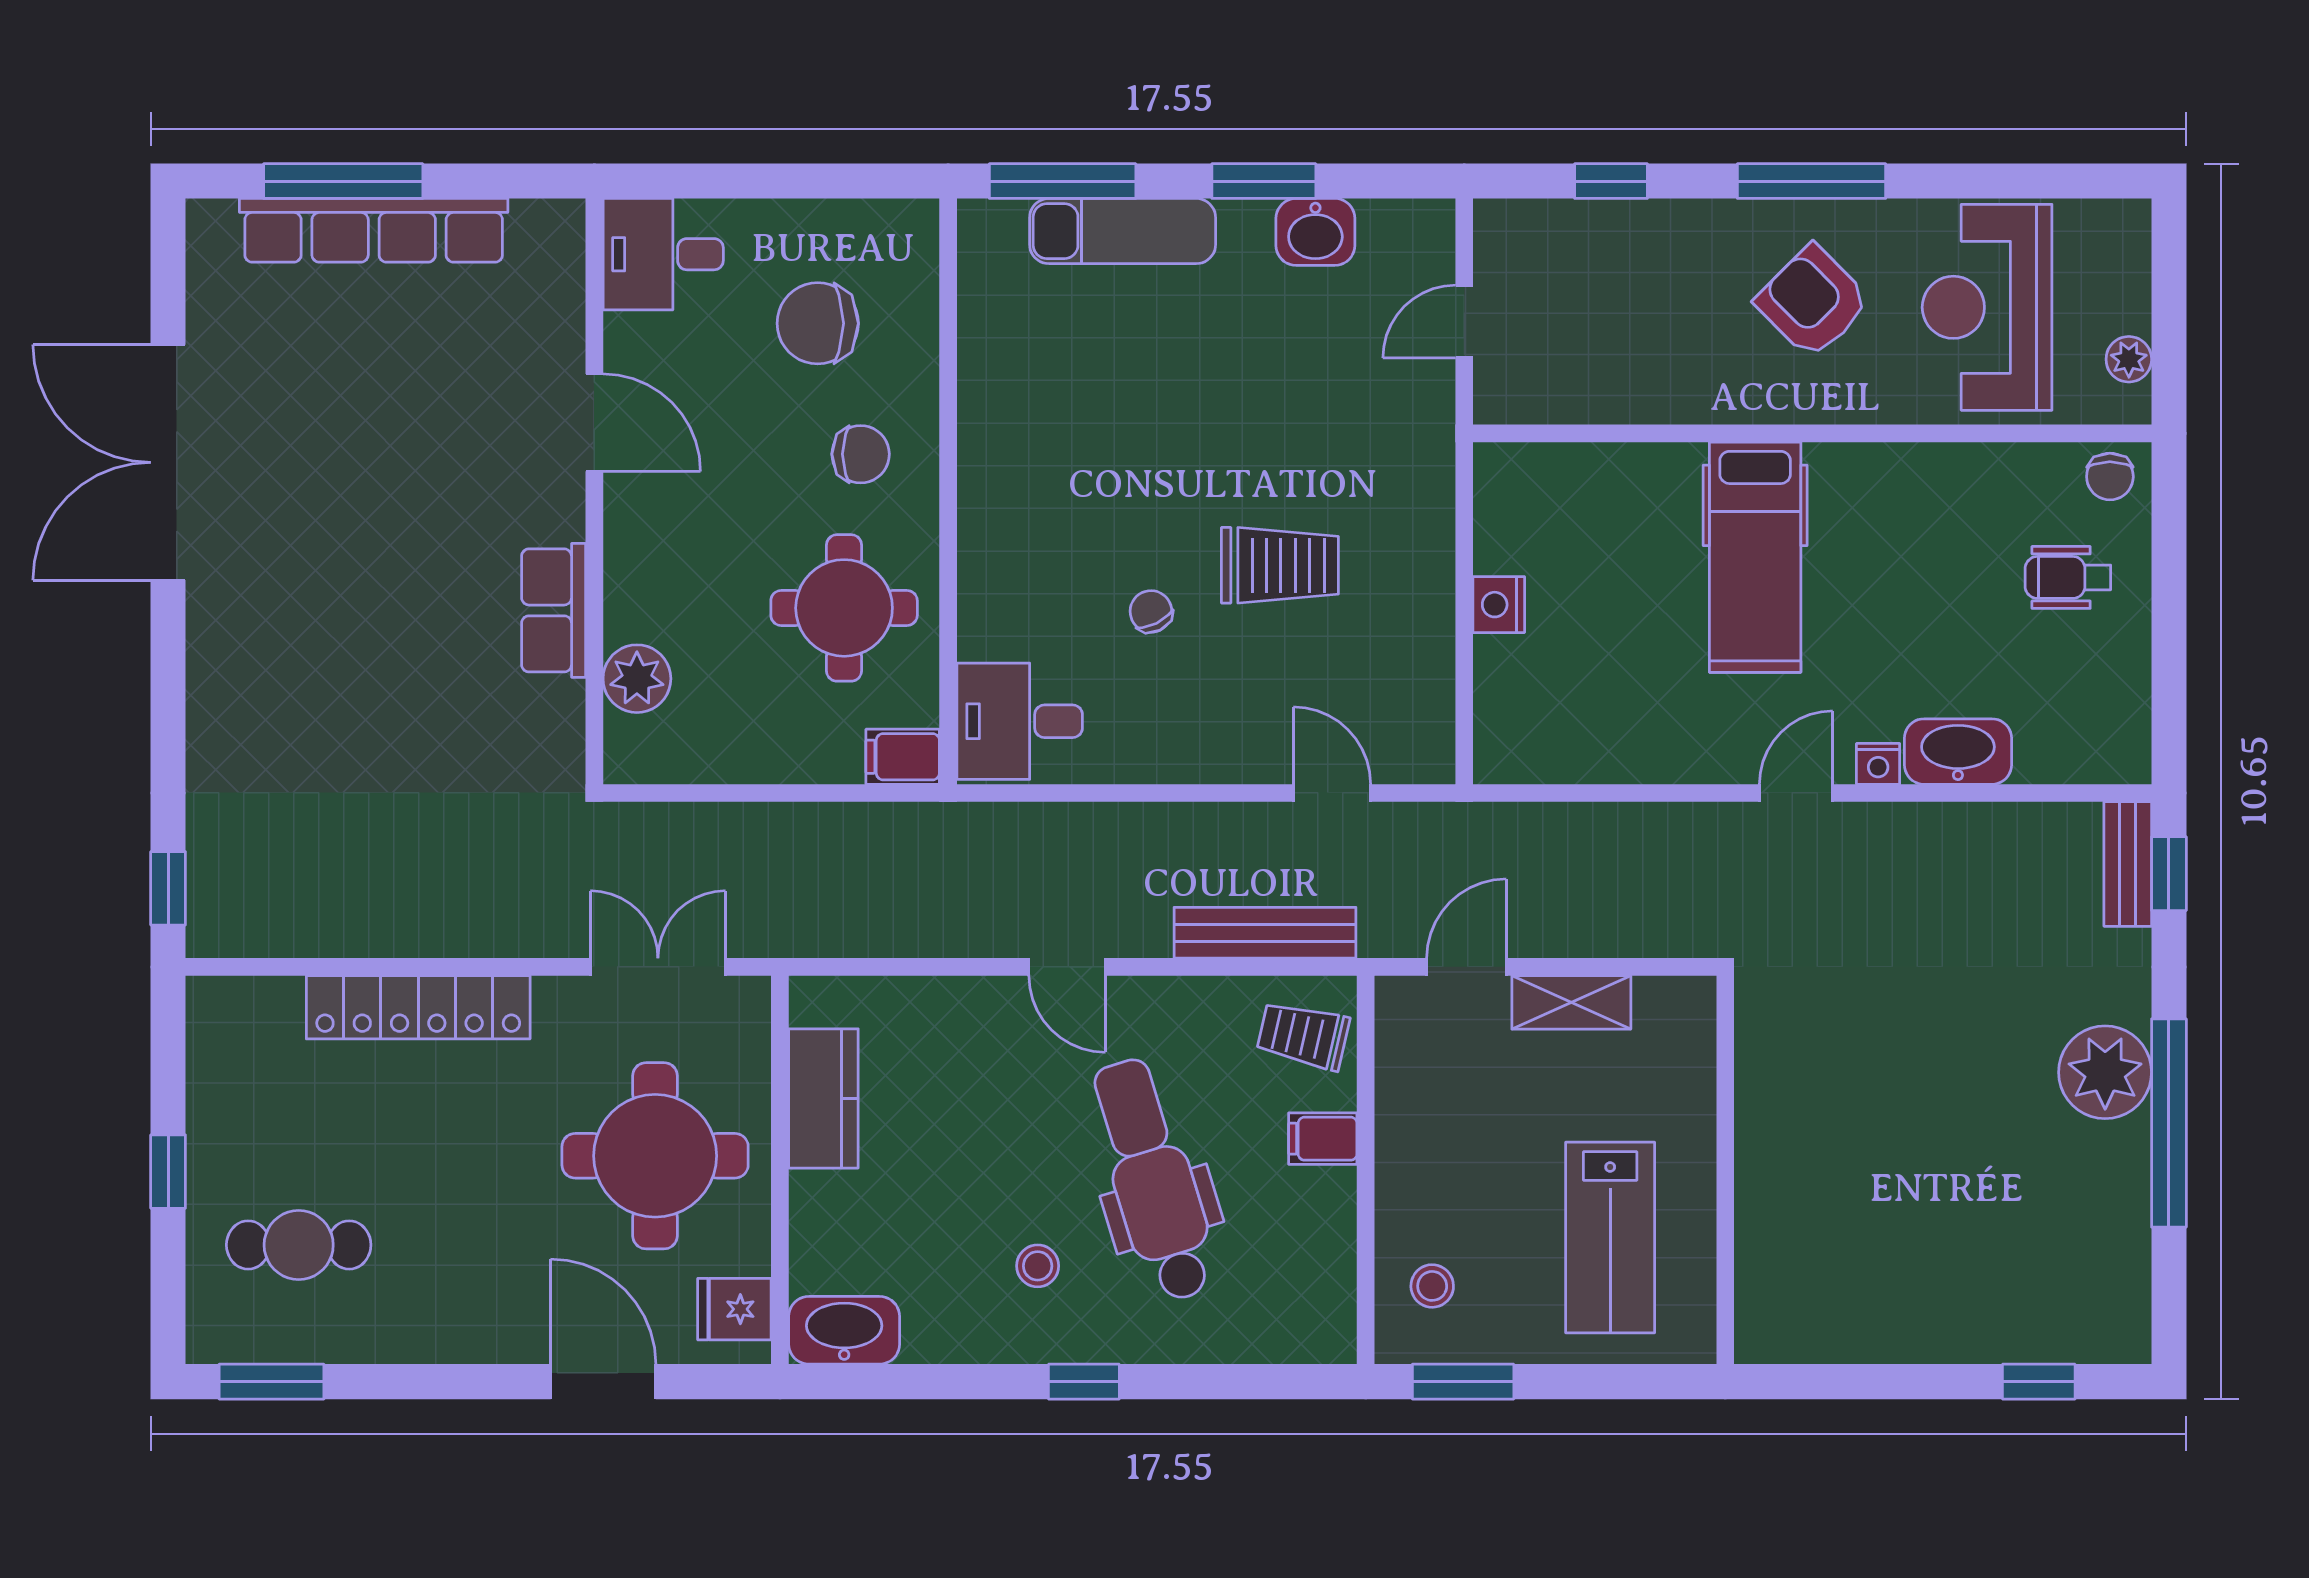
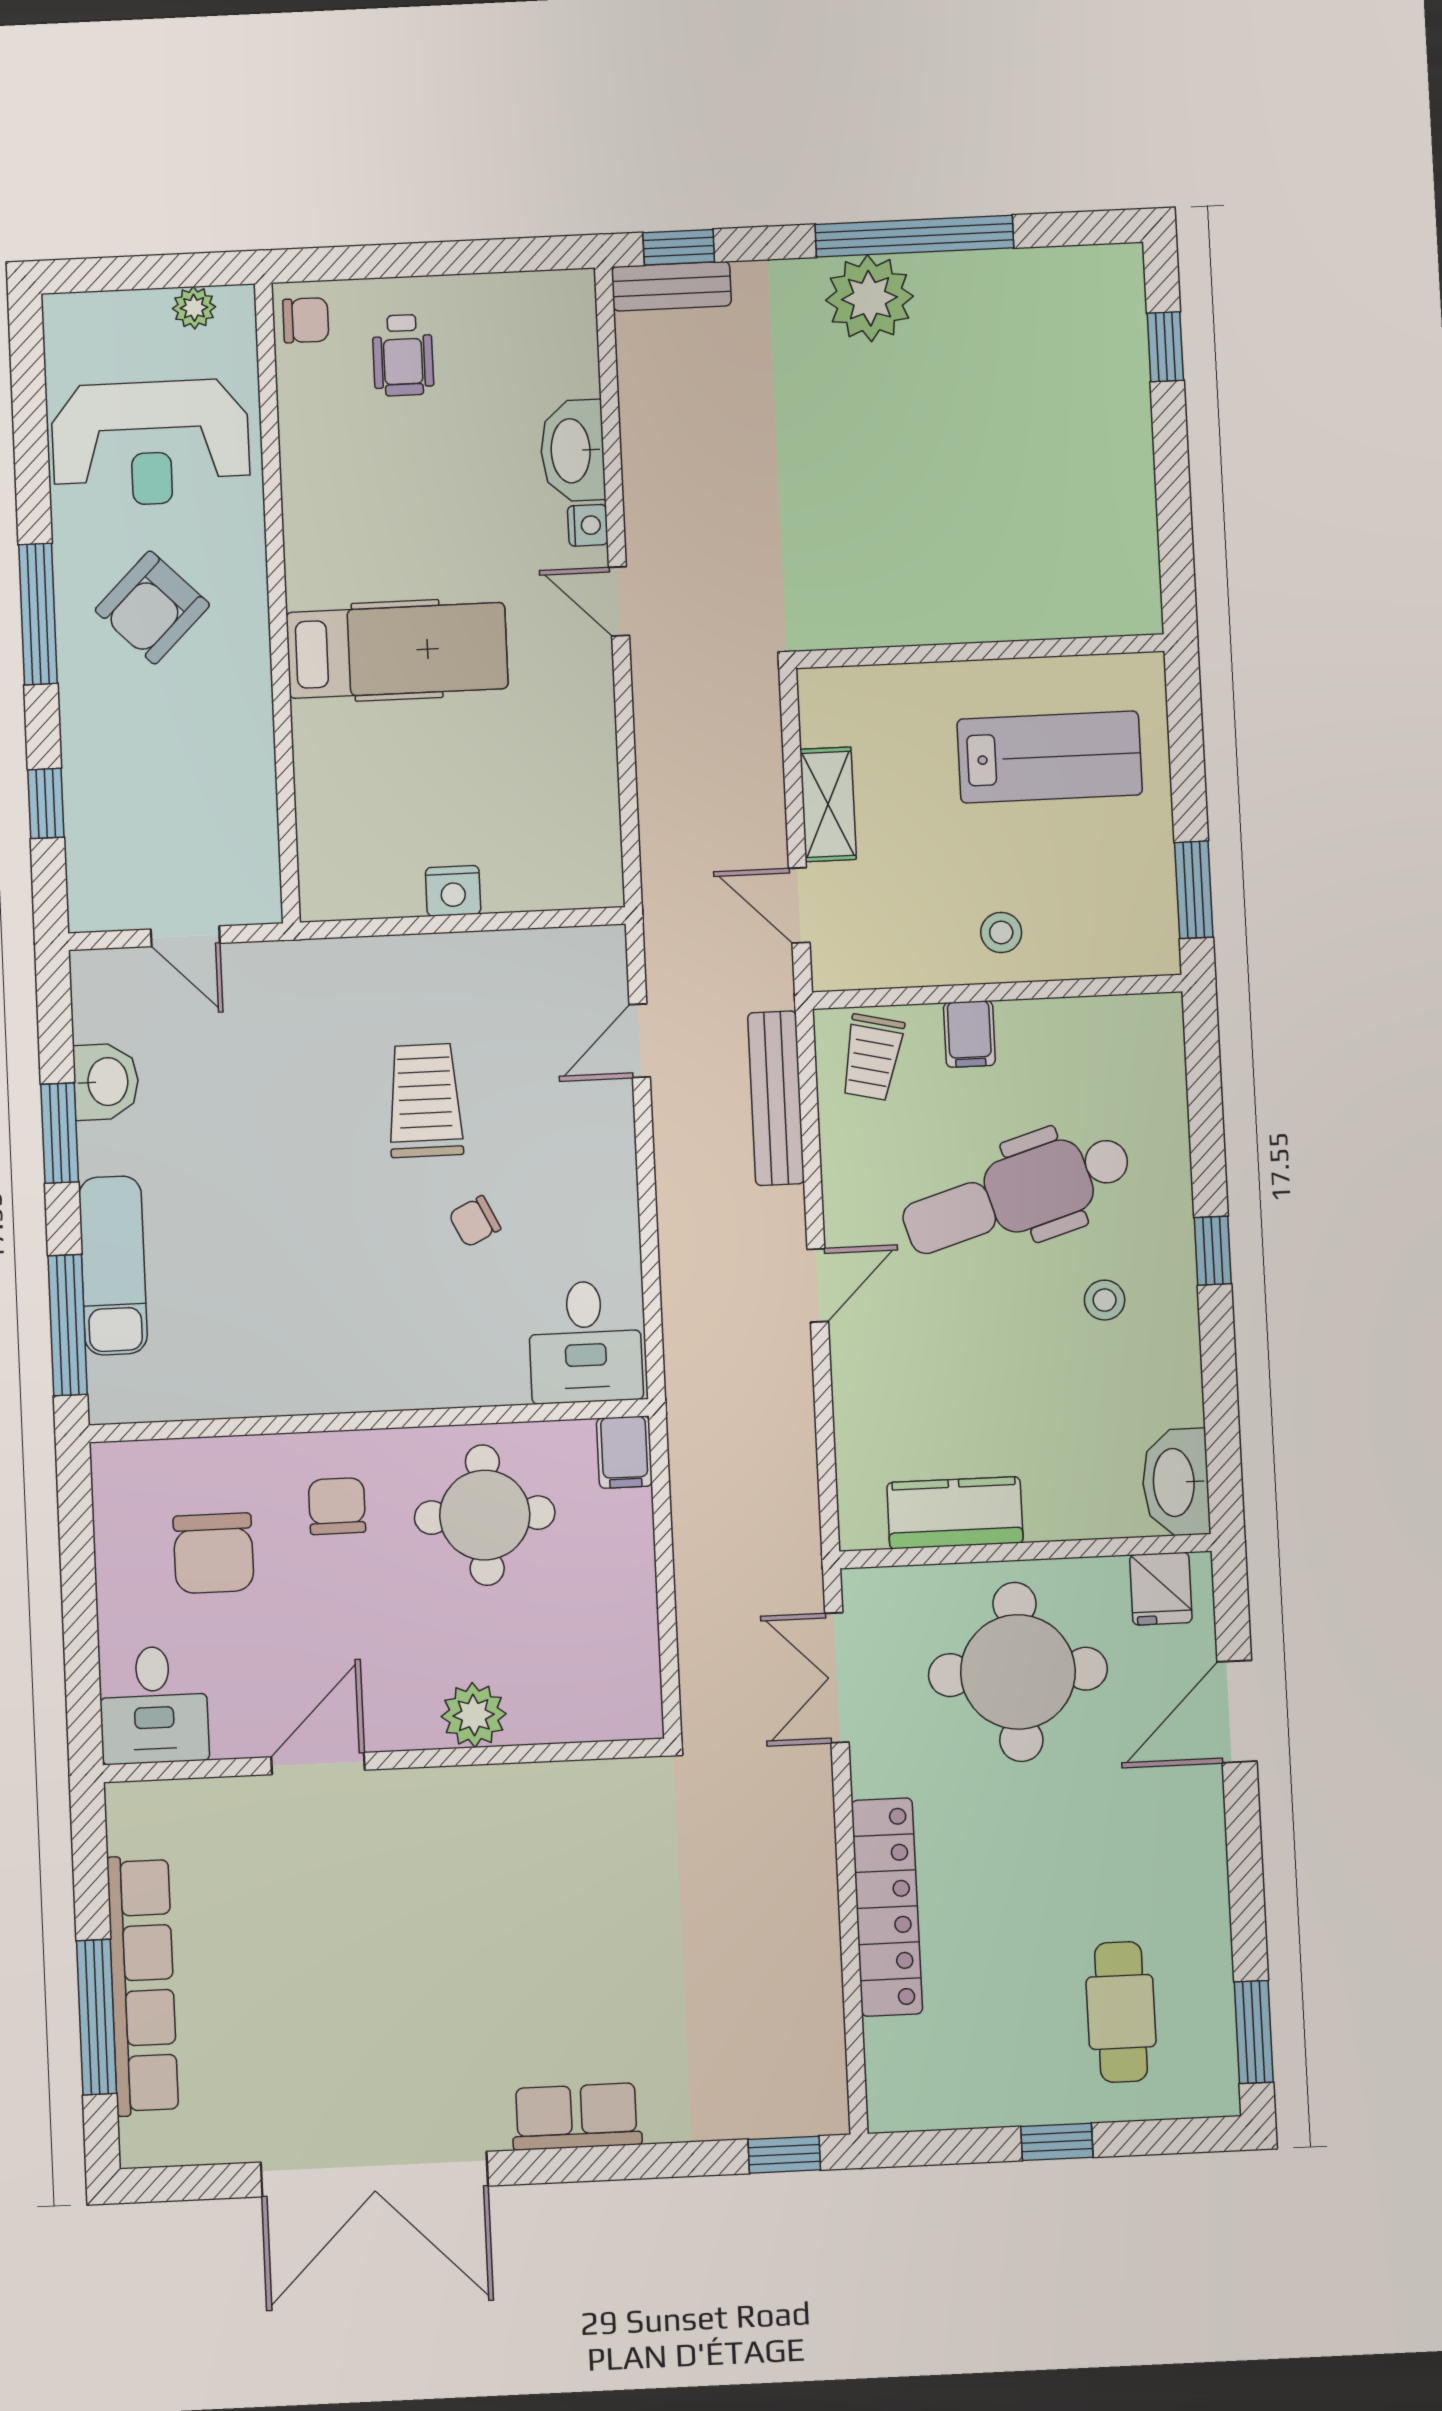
row of seats: (554, 610) -> (576, 2116), moved, turned 180
plant: (637, 679) -> (474, 1715), moved
stool: (1432, 1286) -> (1001, 932), moved

